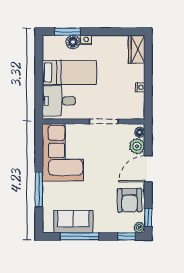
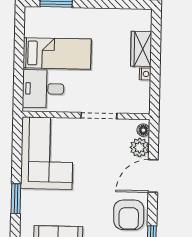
nightstand: (86, 40) -> (79, 14), removed
floor lamp: (73, 42) -> (62, 16), removed
wardrobe: (137, 49) -> (141, 49), moved
window: (39, 189) -> (16, 199), width x0.69

